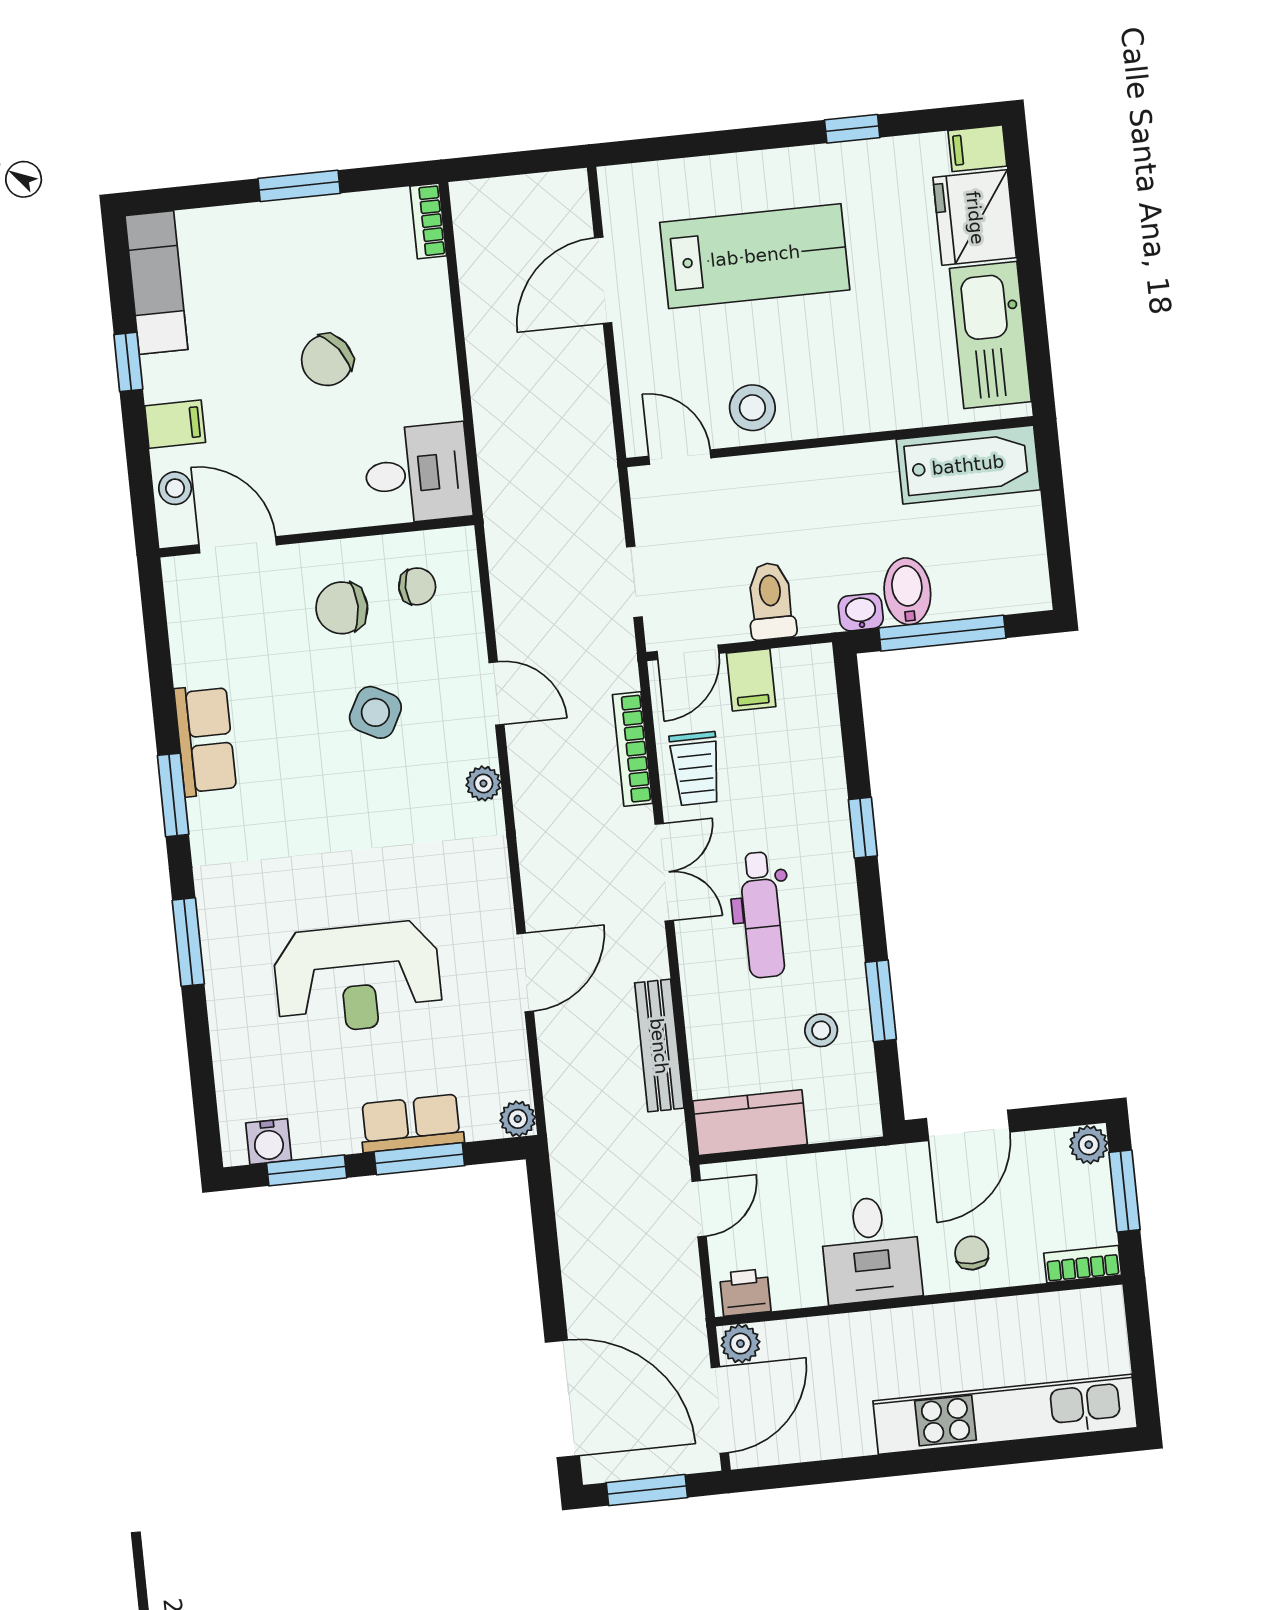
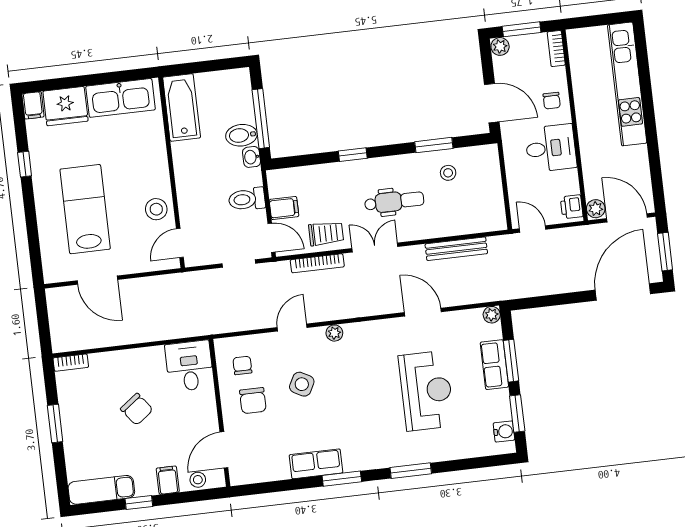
kitchen counter: (750, 1123) -> (492, 206), removed
chair: (972, 1253) -> (552, 101), turned -90

